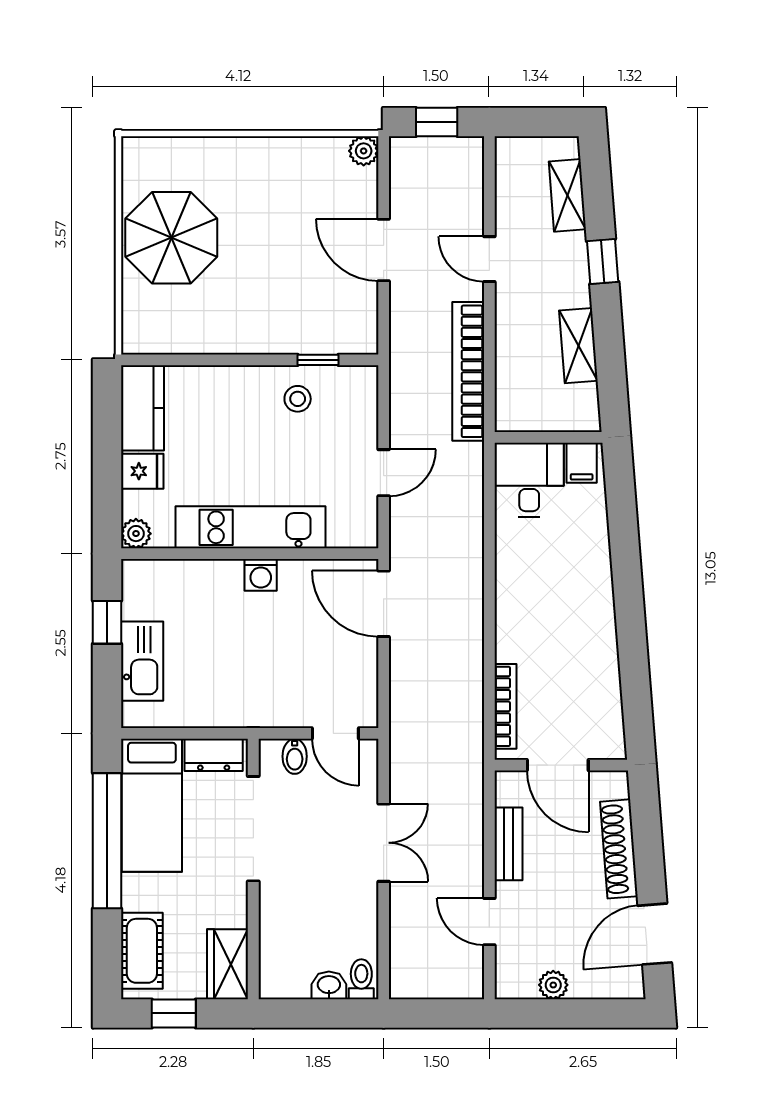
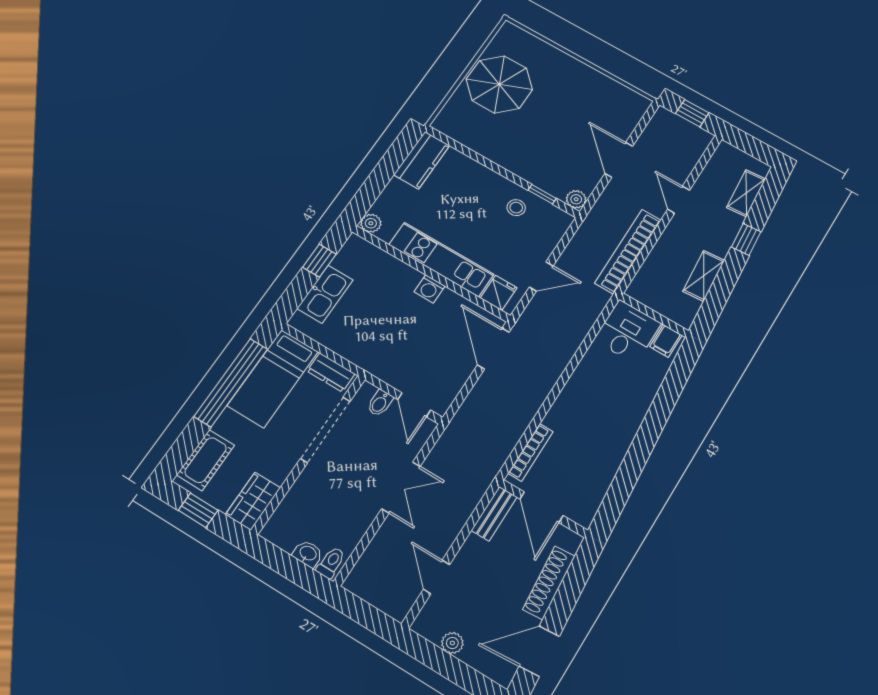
plant: (364, 151) -> (576, 199), moved
fridge: (142, 471) -> (499, 293), moved, turned -90
bench: (509, 844) -> (494, 514), moved

